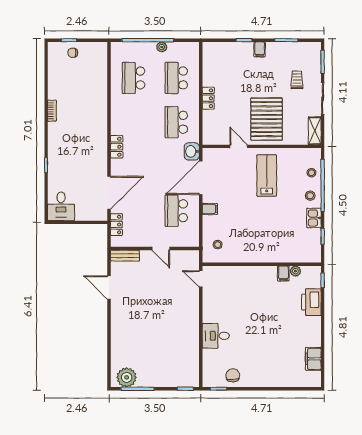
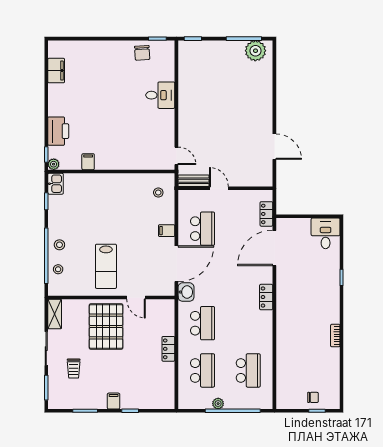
kitchen sink: (314, 218) -> (56, 184), moved
bench: (125, 256) -> (193, 181), moved
plant: (295, 271) -> (54, 164), moved

